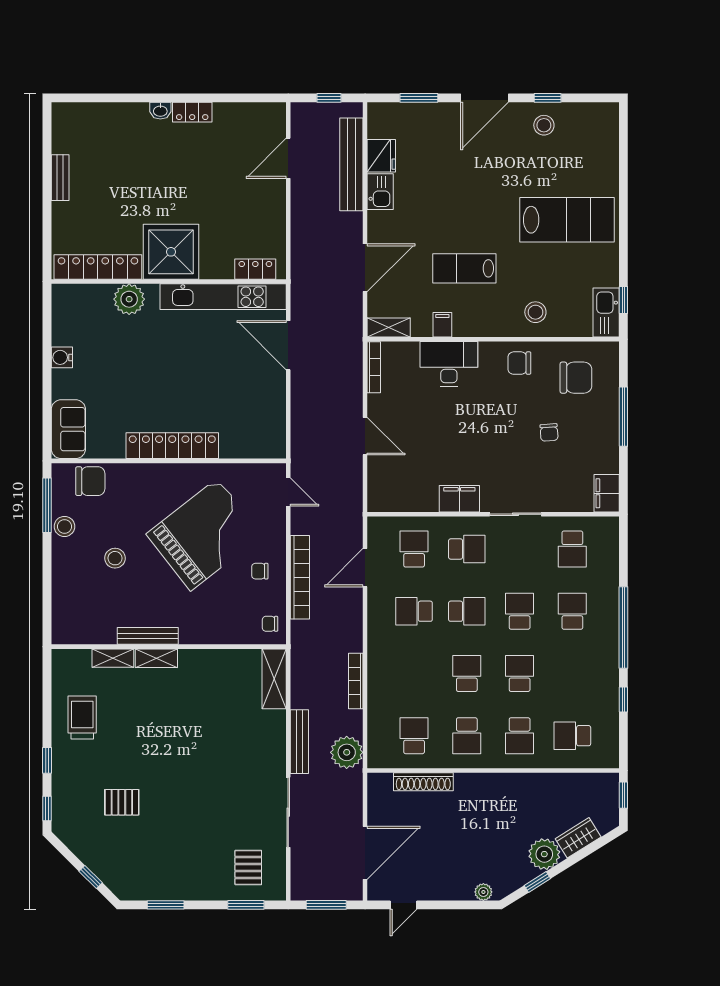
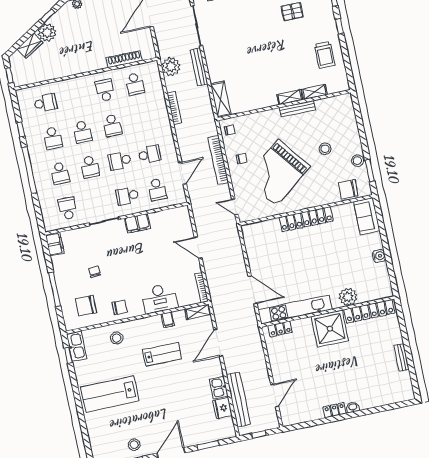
window: (47, 505) -> (370, 171), width x0.69
school desk: (520, 736) -> (53, 138), moved, turned 180

